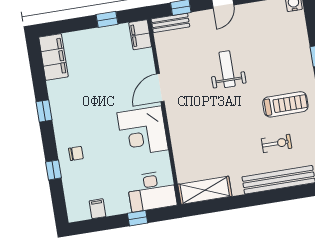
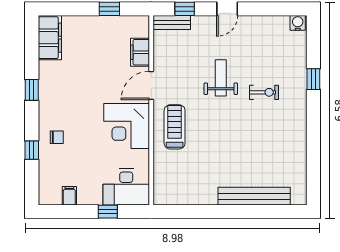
filing cabinet: (140, 35) -> (140, 52), moved
treadmill: (285, 104) -> (175, 127), moved, turned -90
exercise bike: (277, 143) -> (264, 92), moved
shelving: (205, 190) -> (179, 195), removed

